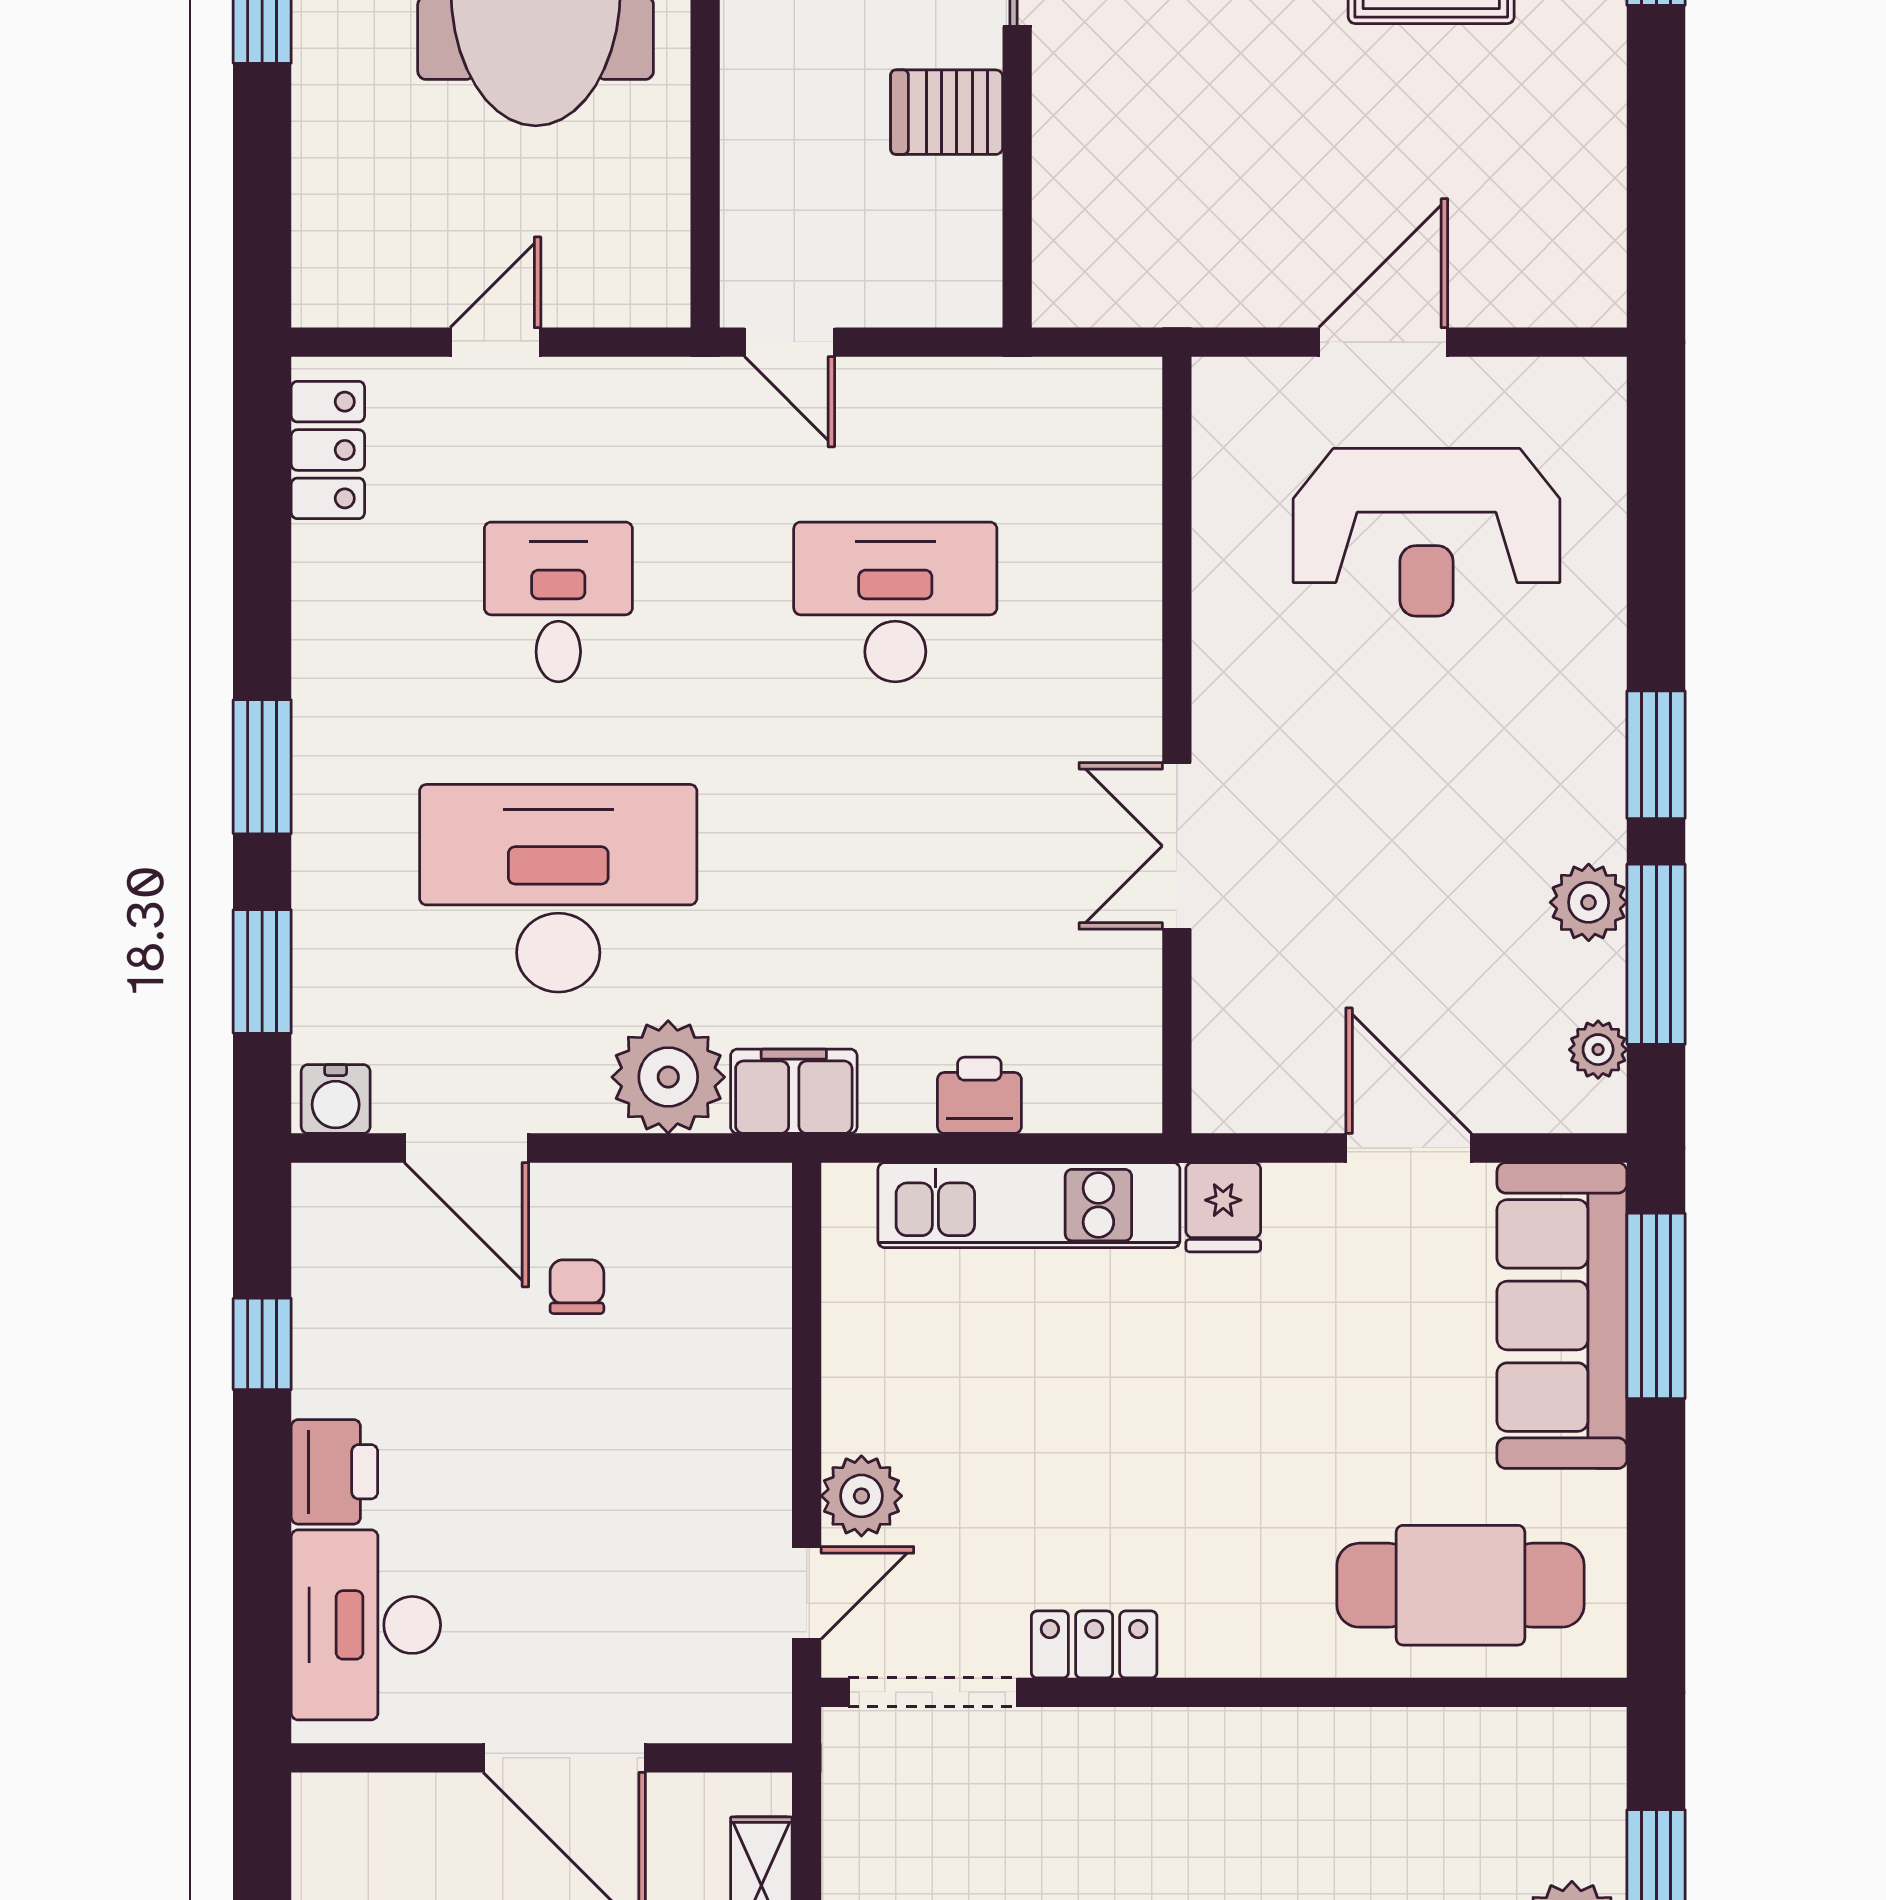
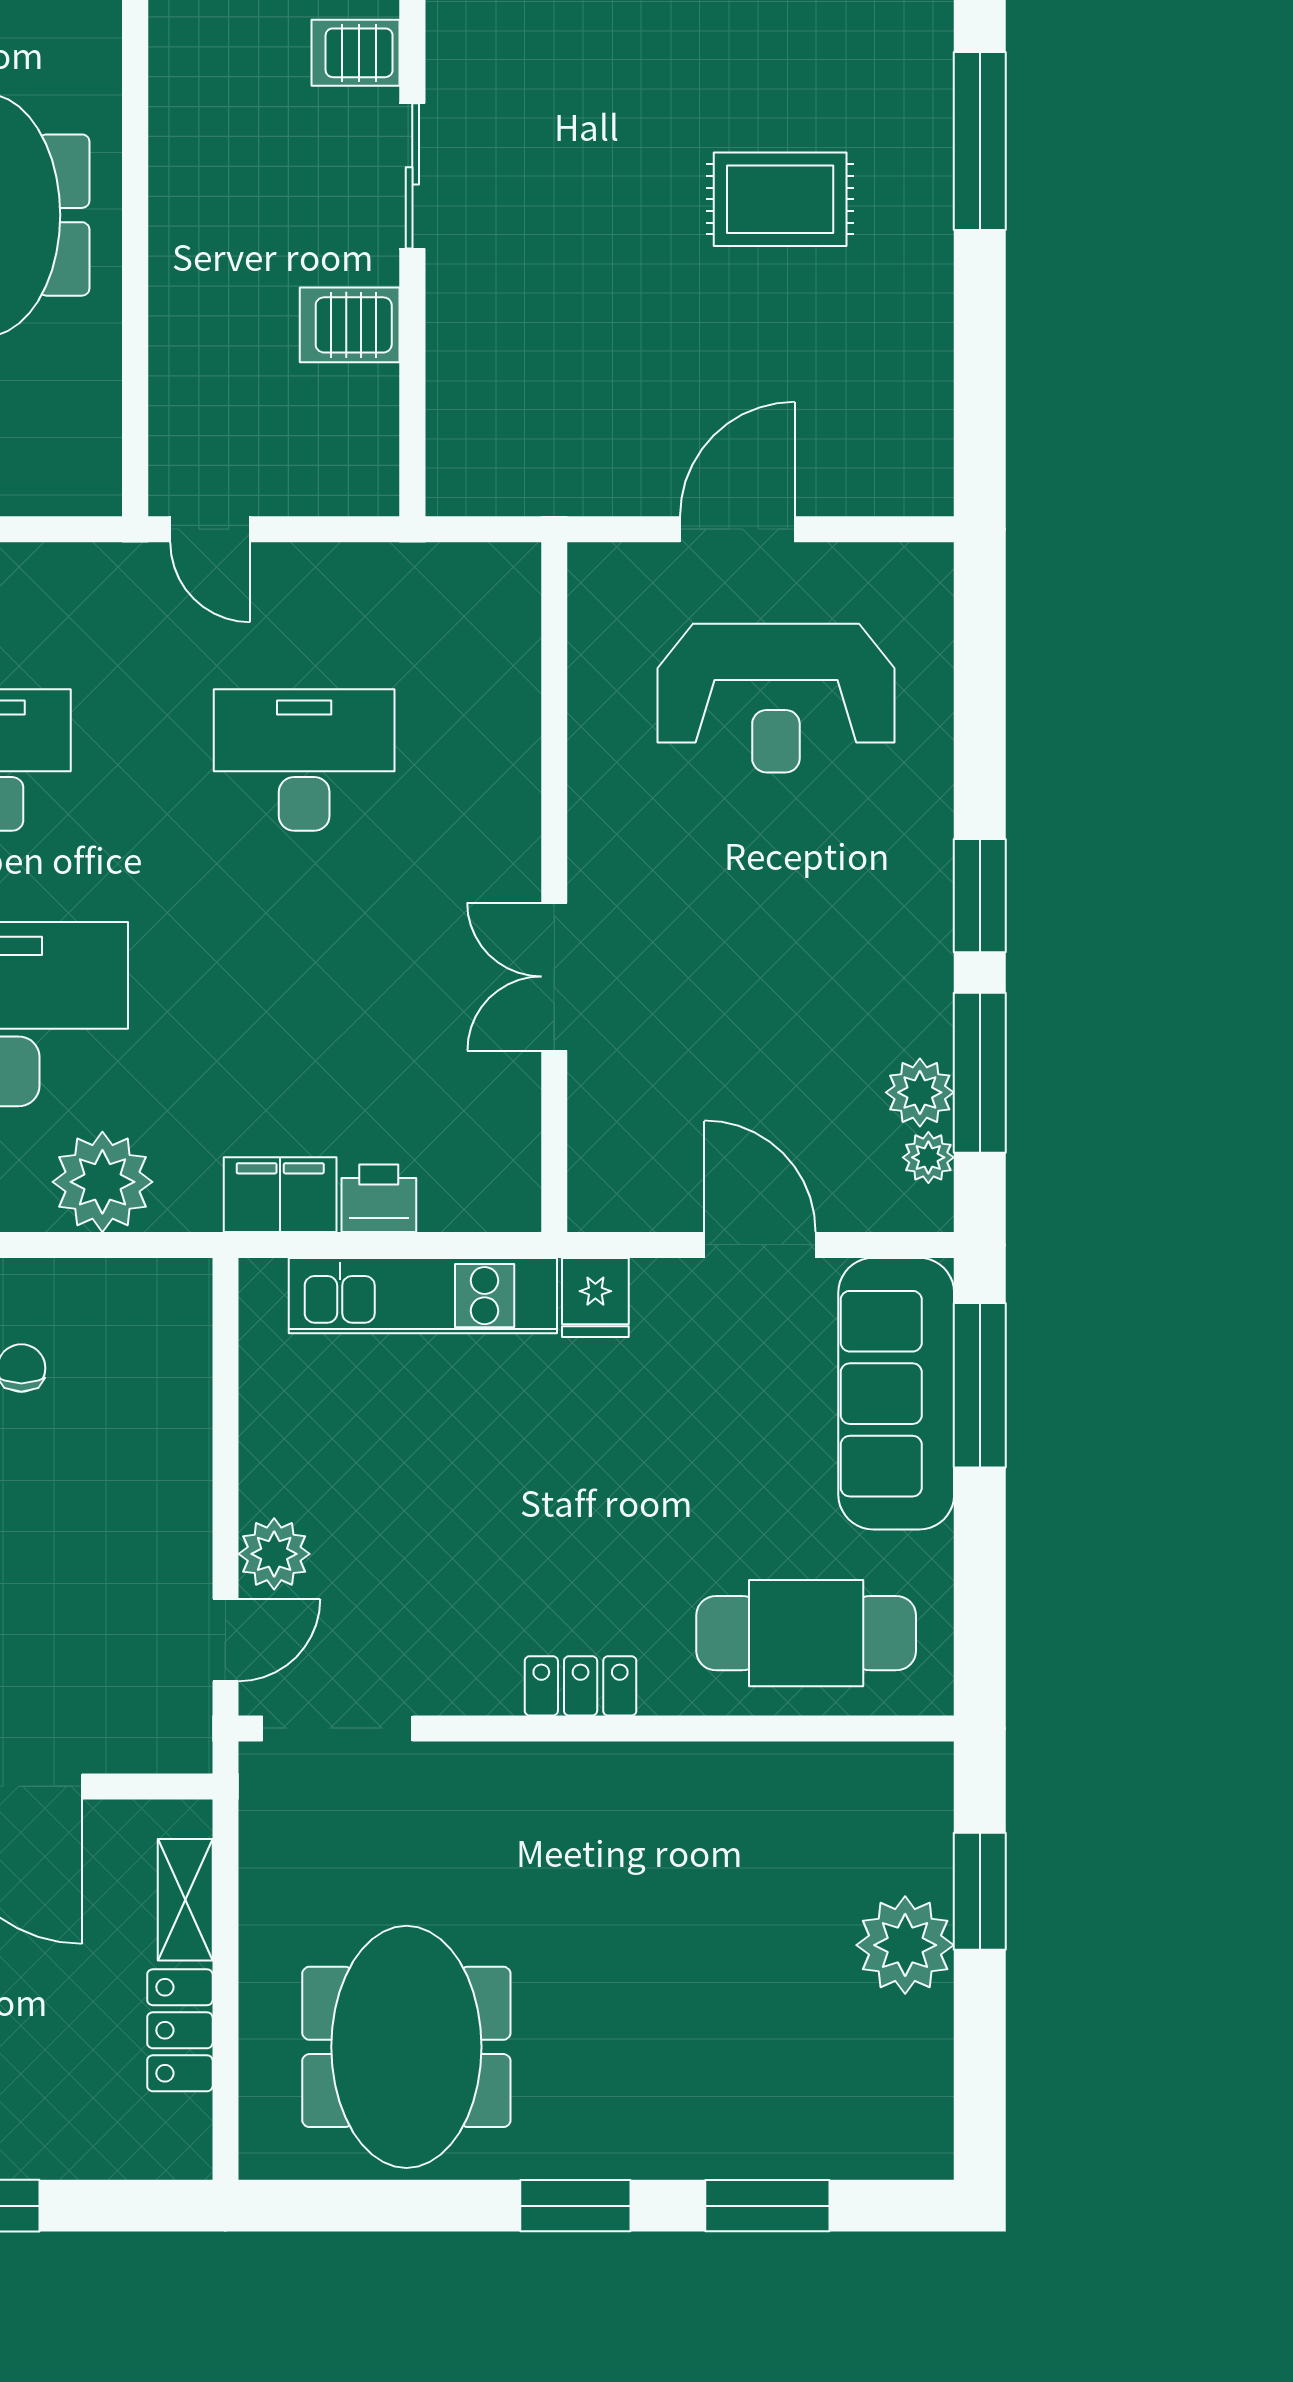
plant: (1589, 902) -> (920, 1092), moved
filing cabinet: (794, 1091) -> (280, 1195), moved
locker: (1094, 1644) -> (581, 1686), moved

